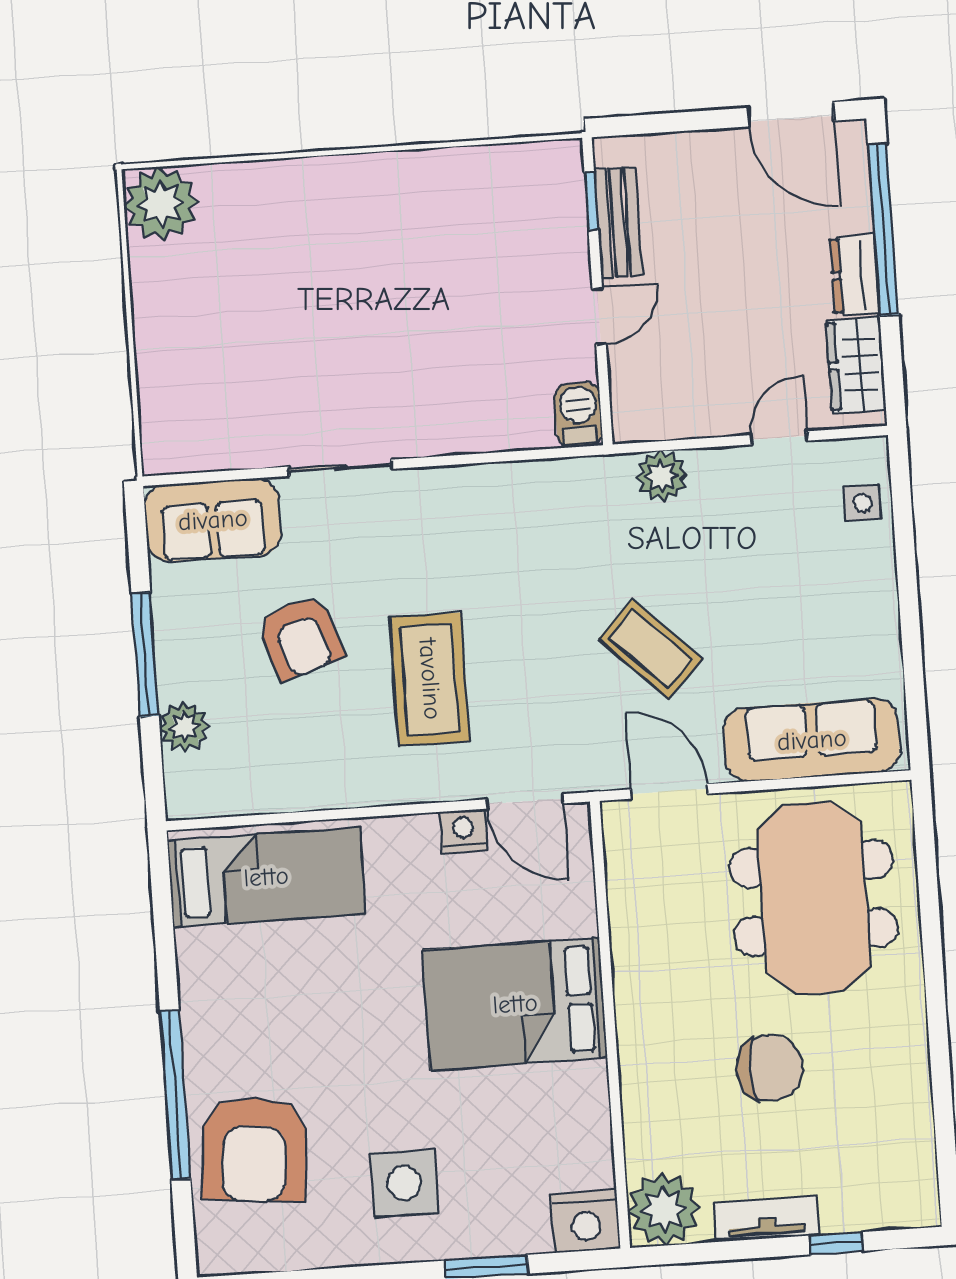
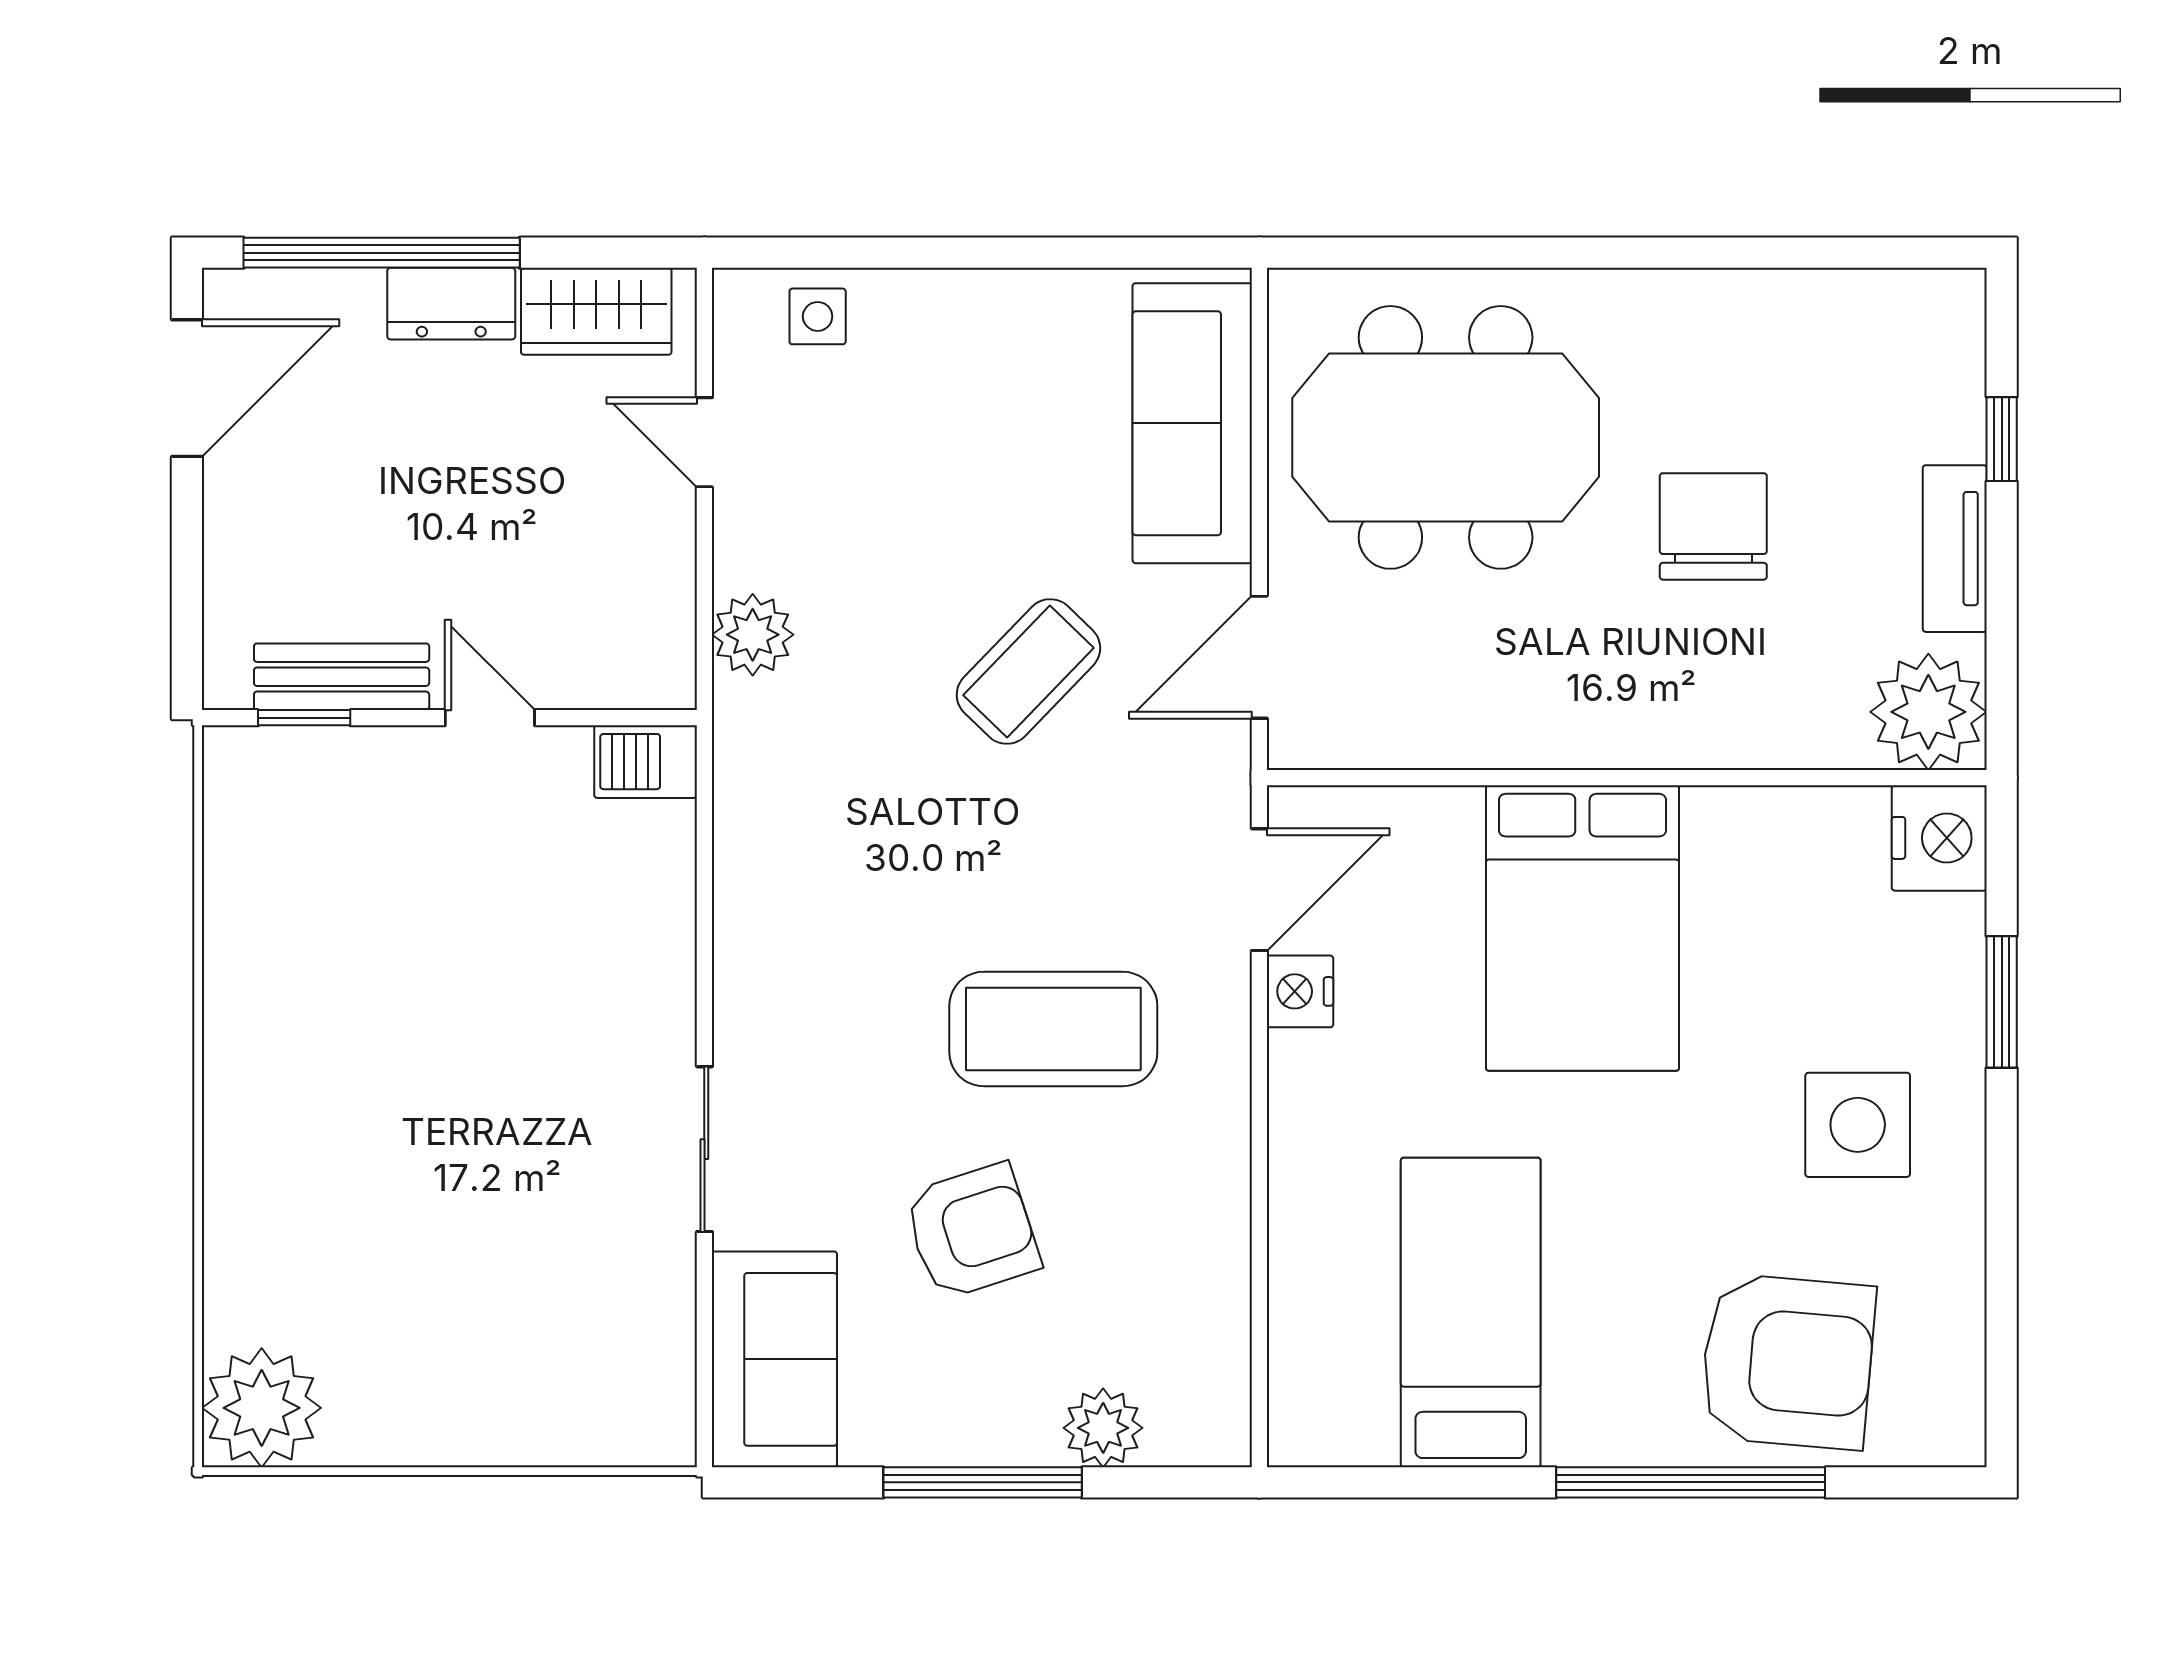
bed: (266, 877) -> (1471, 1313), moved

